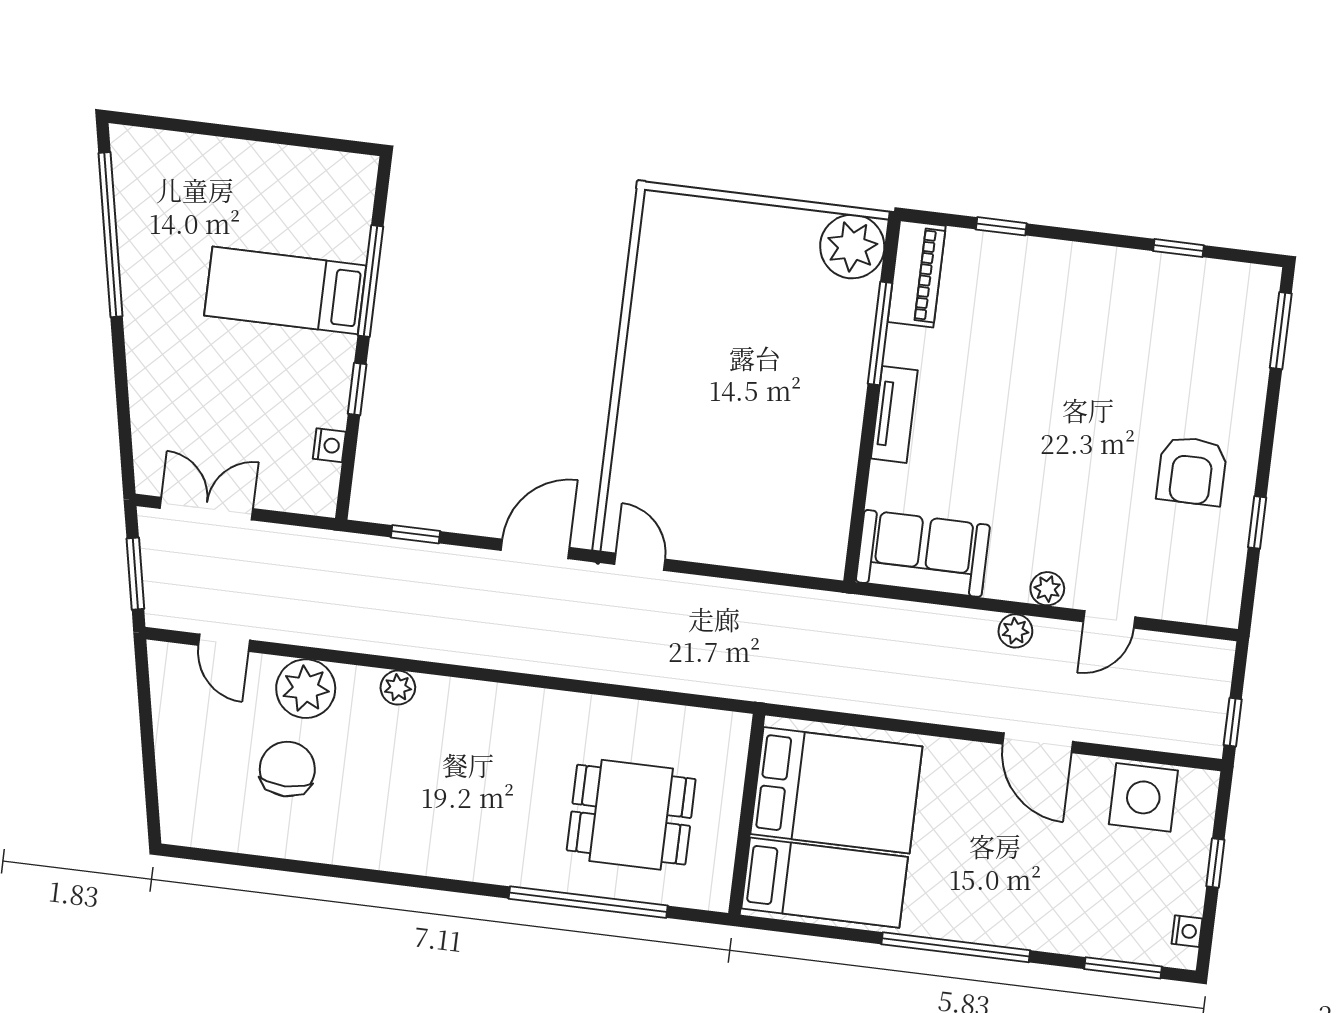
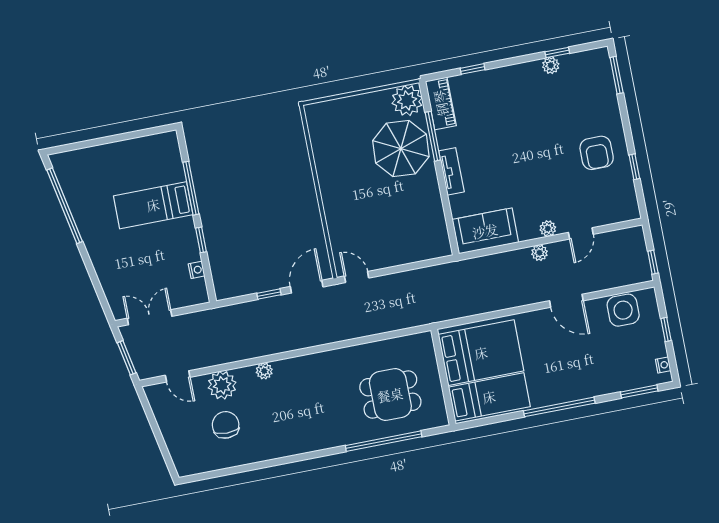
plant: (1157, 269) -> (551, 65), added
parasol: (809, 337) -> (401, 149), added
window: (415, 534) -> (269, 294), moved

